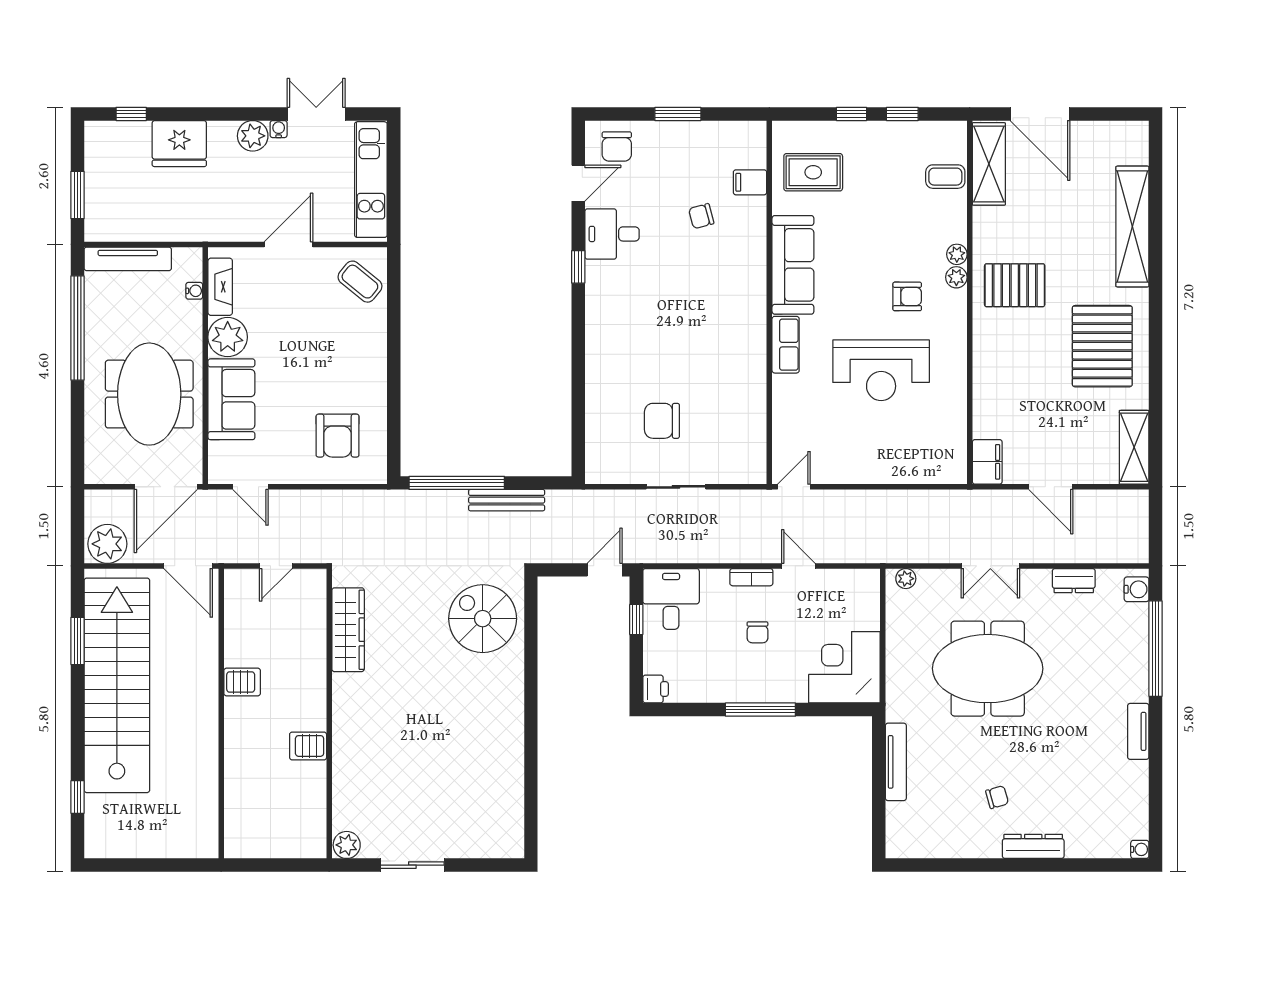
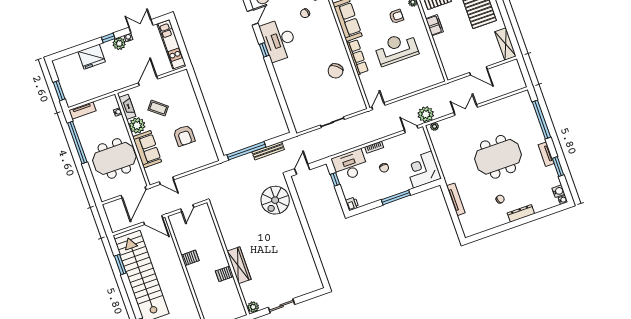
window: (131, 114) -> (108, 38), moved
desk: (612, 234) -> (279, 40), width x1.87, depth x1.30
tv unit: (128, 259) -> (82, 110), width x0.71
coffee table: (360, 282) -> (158, 108), moved
row of seats: (786, 345) -> (357, 57), width x1.48
reception desk: (881, 370) -> (396, 49), turned 180
meeting table: (149, 394) -> (114, 158), turned 90
chair: (662, 421) -> (336, 71), moved, turned -50
armchair: (338, 436) -> (184, 136), moved
filing cabinet: (987, 462) -> (434, 25), moved
plant: (107, 544) -> (426, 114), moved
door: (798, 566) -> (411, 129), moved
double door: (990, 566) -> (466, 110), swing flipped
door: (605, 570) -> (302, 169), moved
dresser: (1074, 581) -> (500, 104), removed
water cooler: (1137, 589) -> (558, 191), moved
desk: (671, 599) -> (350, 165), width x1.37
spiral stairs: (483, 619) -> (275, 200), turned -90
wardrobe: (348, 630) -> (239, 265), moved
meeting table: (988, 669) -> (498, 157), moved
window: (1155, 769) -> (558, 167), added

